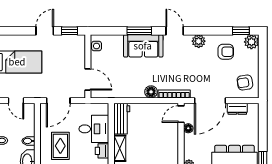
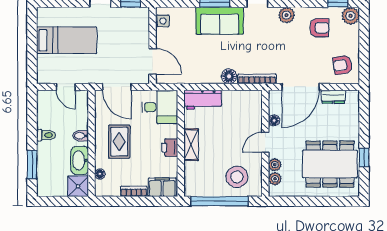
door: (58, 101) -> (117, 87), hinge flipped
door: (181, 114) -> (265, 142), moved
workbench: (122, 119) -> (203, 100), moved, turned 90
desk: (94, 129) -> (160, 107), moved

